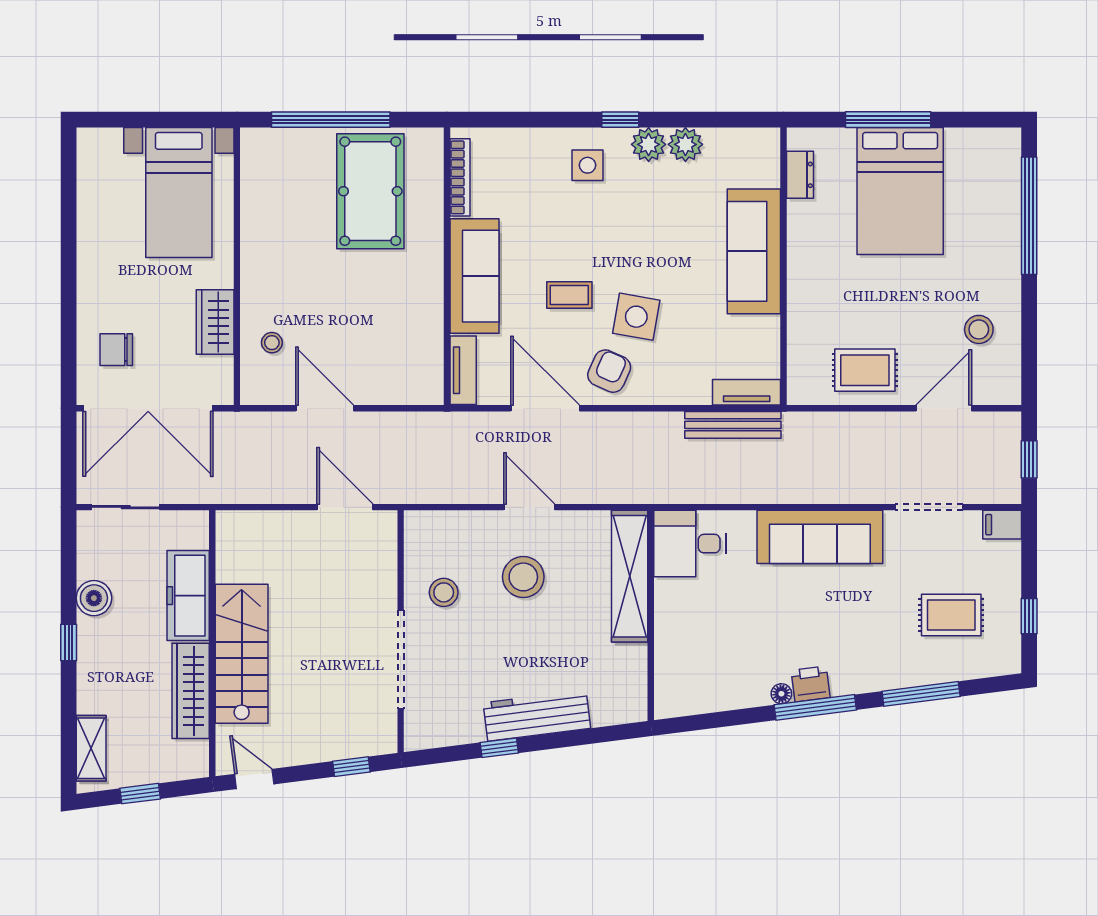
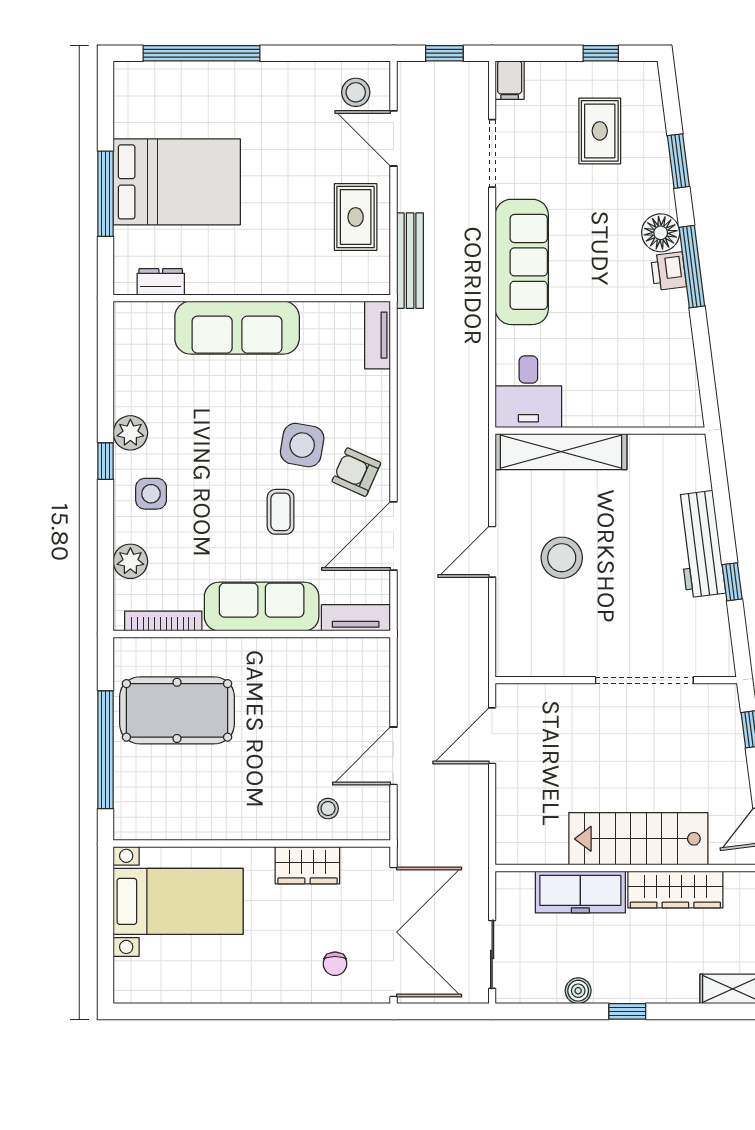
plant: (685, 144) -> (130, 561), moved
stool: (979, 329) -> (356, 92), moved
chair: (116, 350) -> (335, 964), width x0.73, depth x0.73
bench: (733, 425) -> (410, 261), moved
stool: (444, 592) -> (577, 637), removed
boiler: (94, 598) -> (578, 991), width x0.73, depth x0.73
floor lamp: (781, 694) -> (661, 233), moved, width x1.89, depth x1.89
window: (921, 694) -> (678, 161), width x0.69

